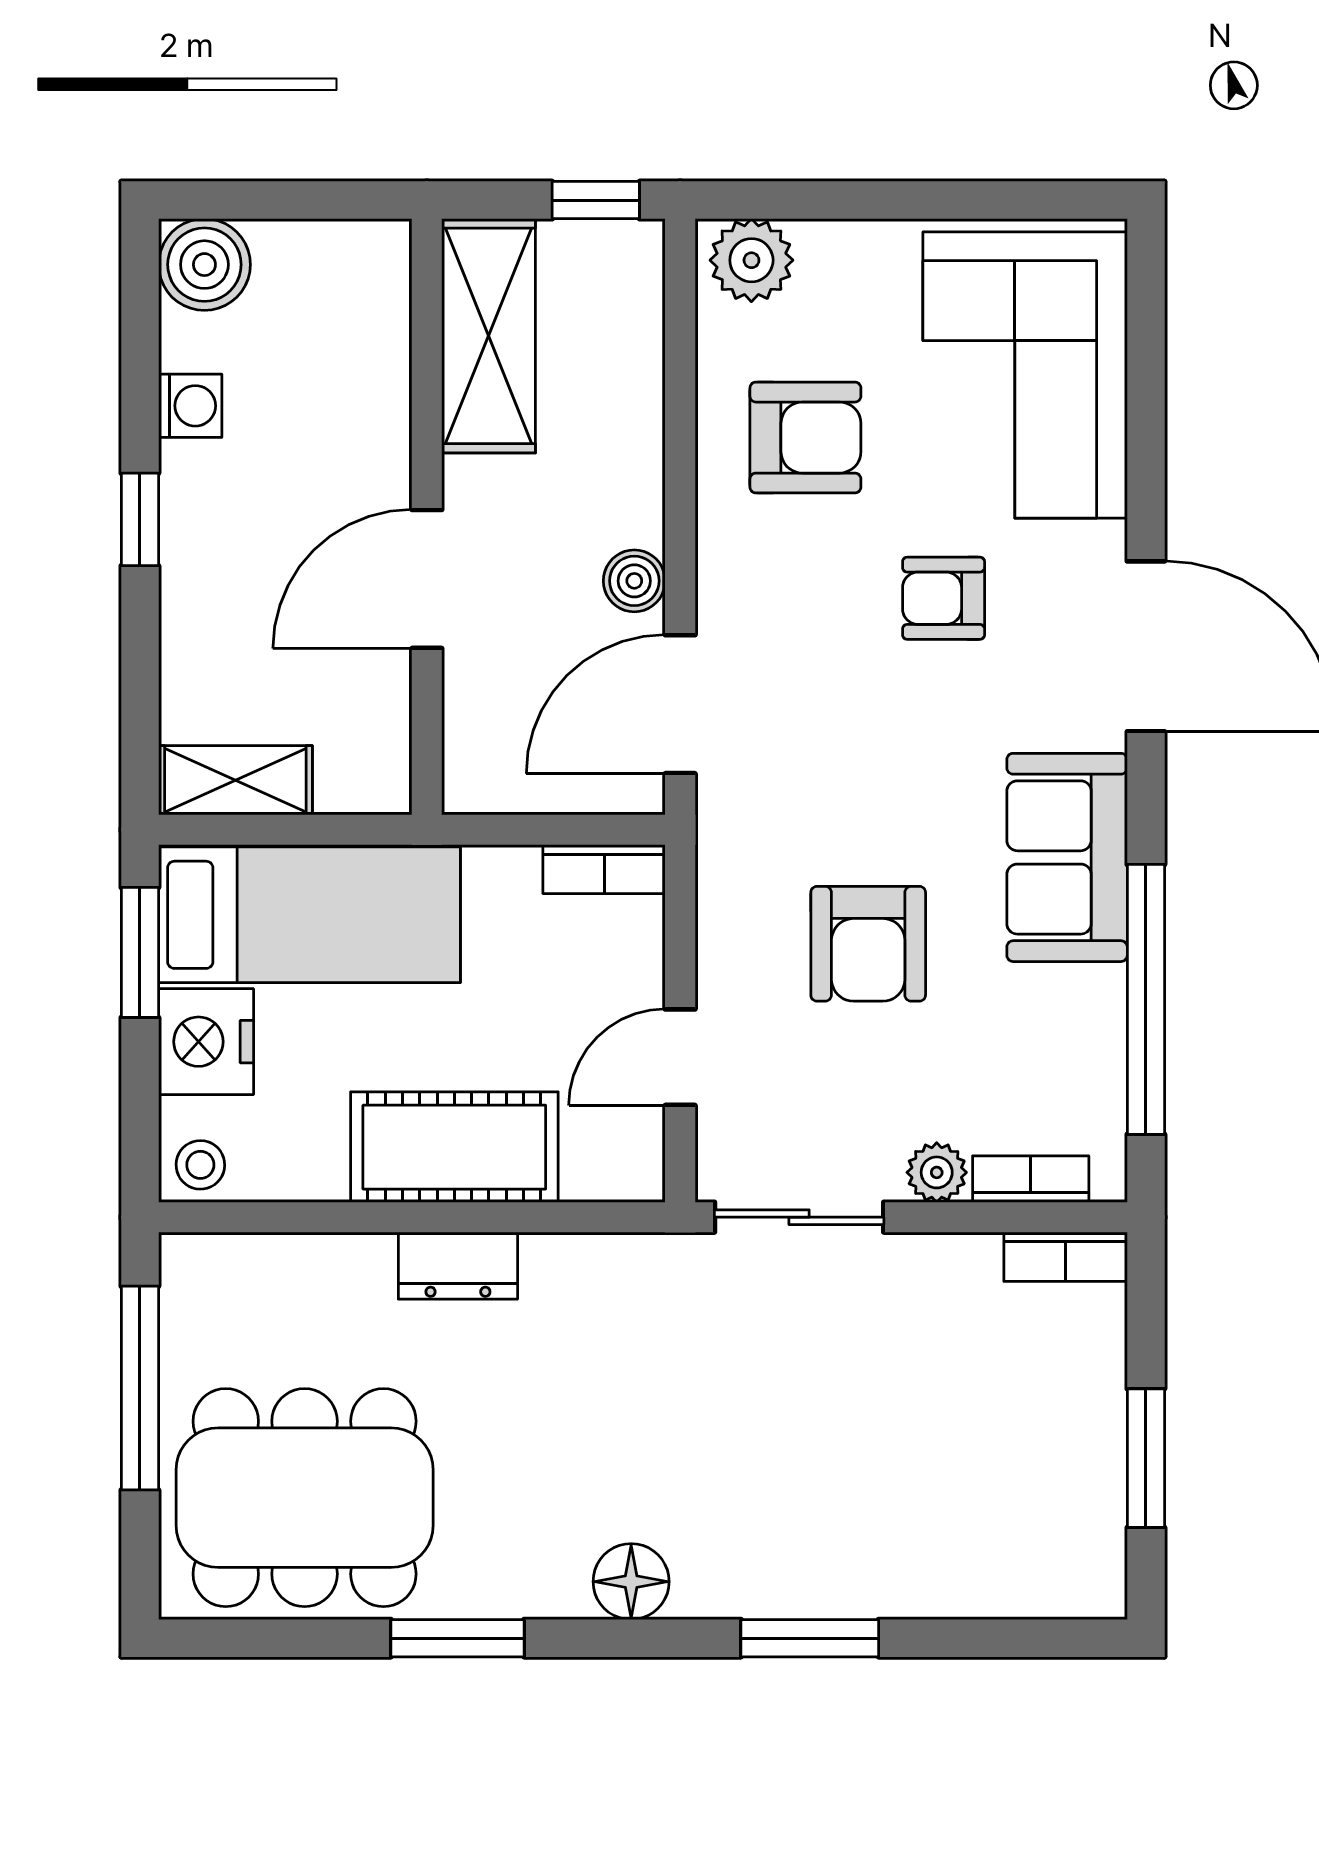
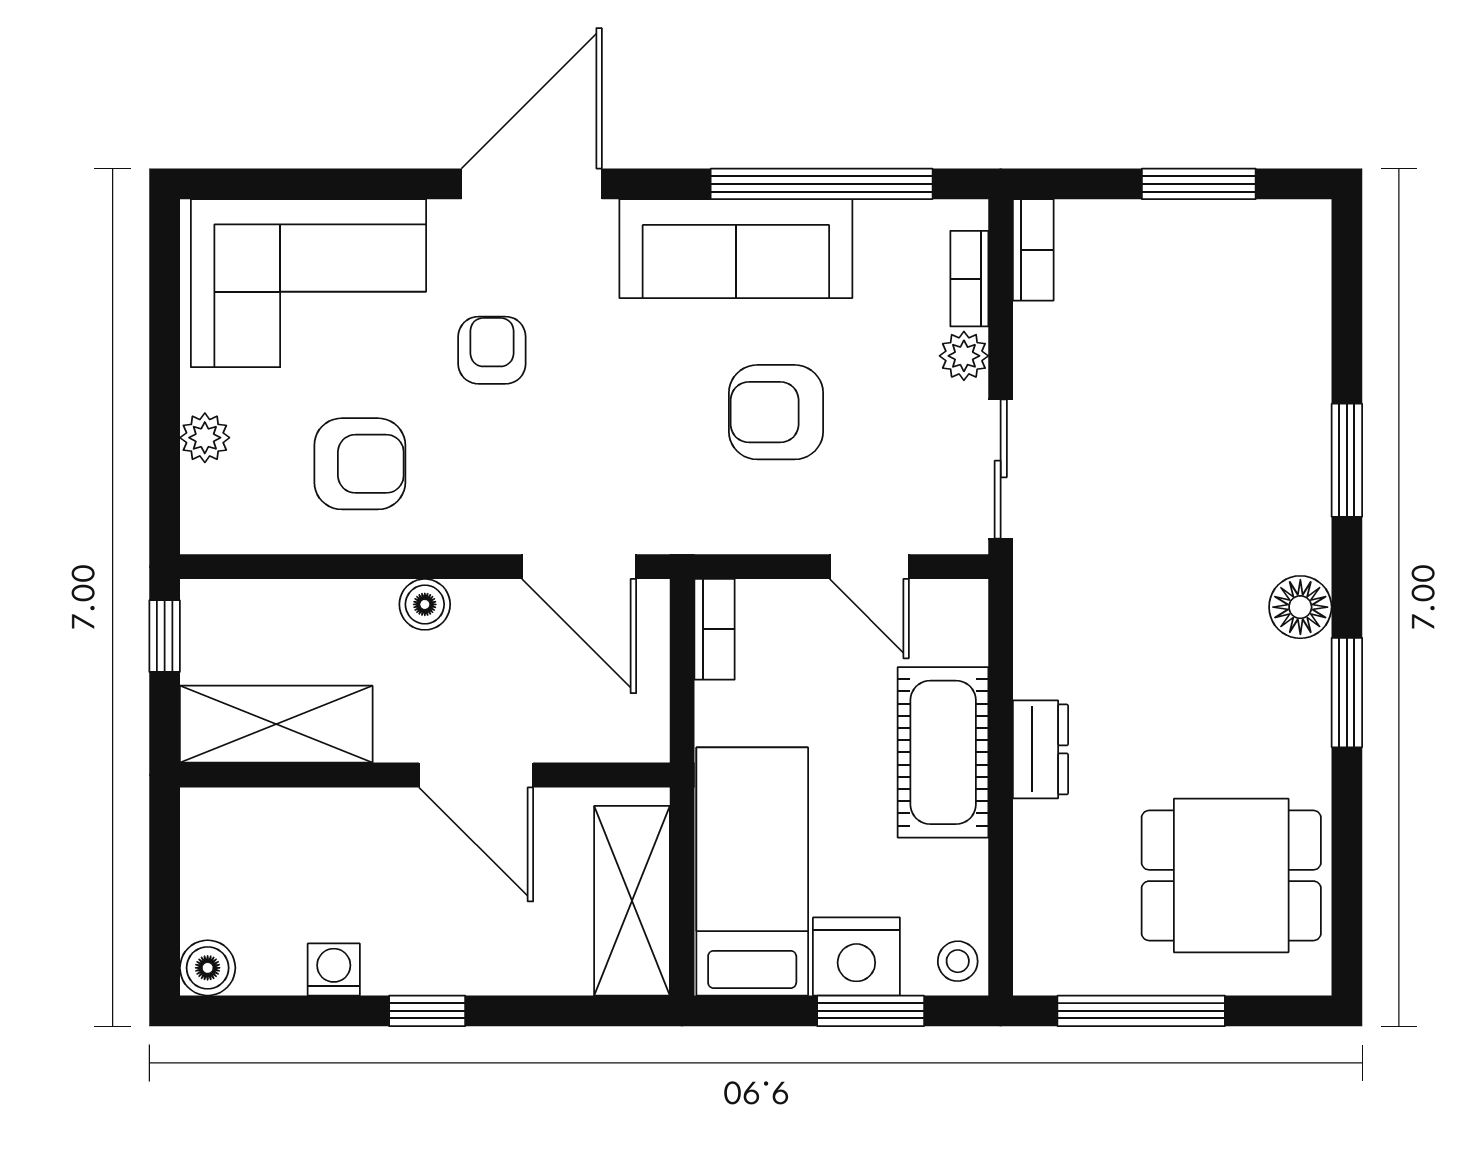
plant: (751, 260) -> (205, 438), moved, width x0.73, depth x0.73
boiler: (204, 265) -> (208, 968), width x0.73, depth x0.73
armchair: (805, 438) -> (360, 464), turned 90
boiler: (634, 581) -> (425, 604), moved
armchair: (944, 598) -> (492, 350), turned 180
shelving: (235, 780) -> (632, 901), width x1.50, depth x1.33
sofa: (1067, 857) -> (736, 249), width x1.36
armchair: (868, 944) -> (776, 412), turned 180
window: (140, 952) -> (871, 1011), moved
dining table: (305, 1498) -> (1231, 875), width x0.73
window: (457, 1638) -> (1347, 693), moved

